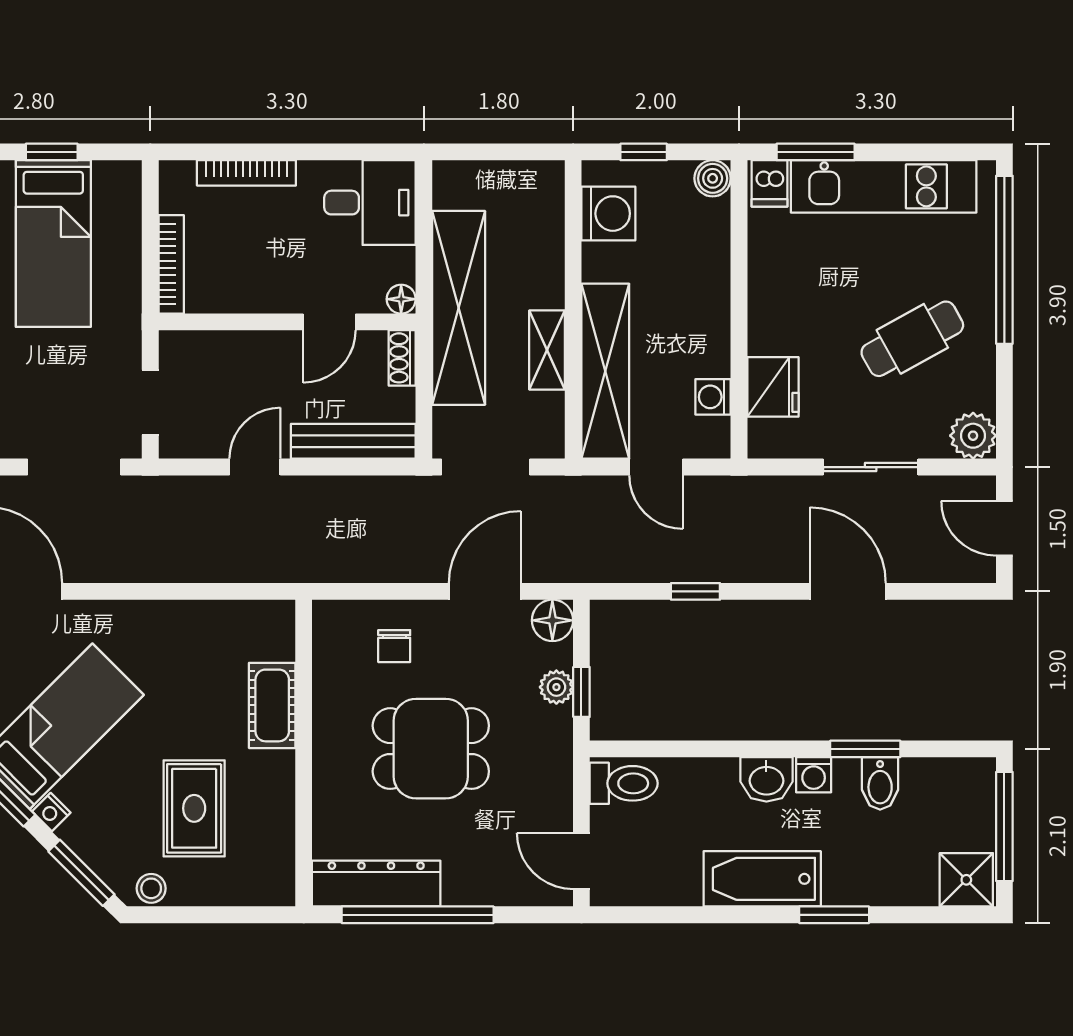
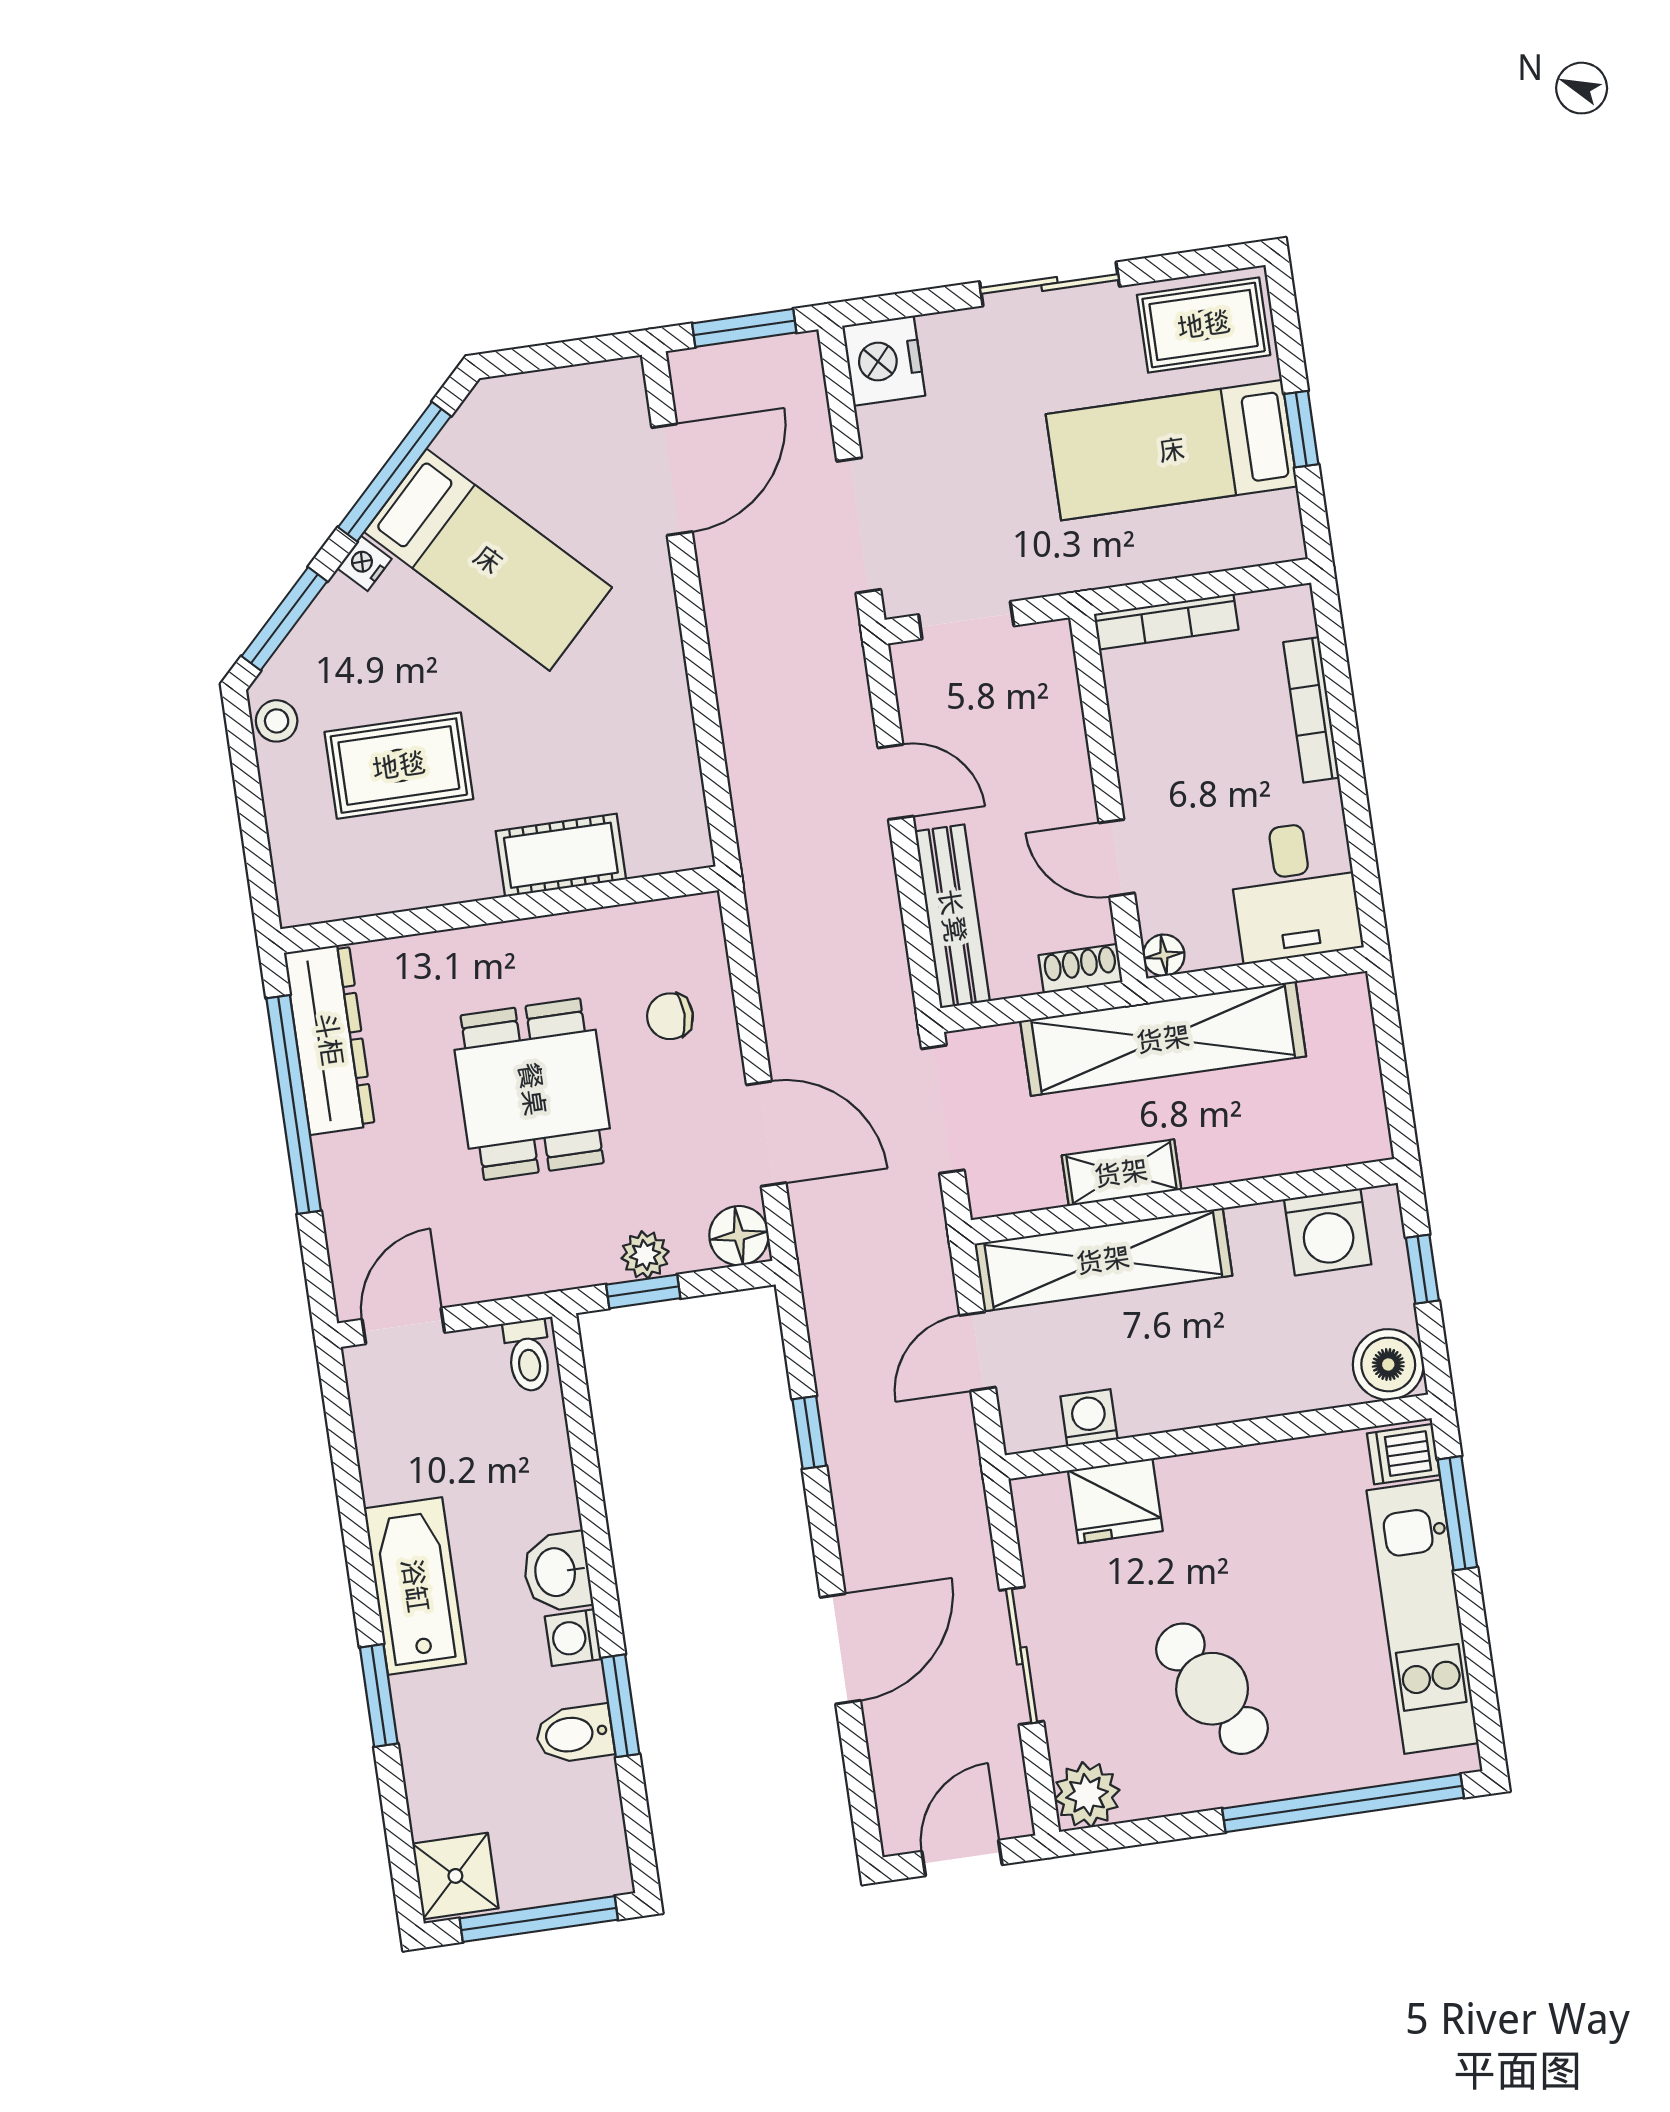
boiler: (713, 178) -> (1388, 1364), width x1.36, depth x1.36
toilet: (624, 783) -> (528, 1355), width x0.73, depth x0.72

